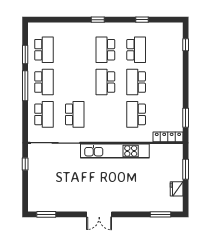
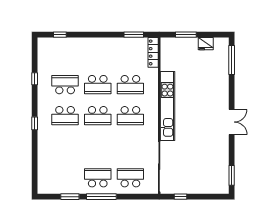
school desk: (44, 50) -> (65, 178), removed
school desk: (75, 114) -> (130, 116), moved, turned 180
window: (160, 214) -> (232, 60), width x1.44

